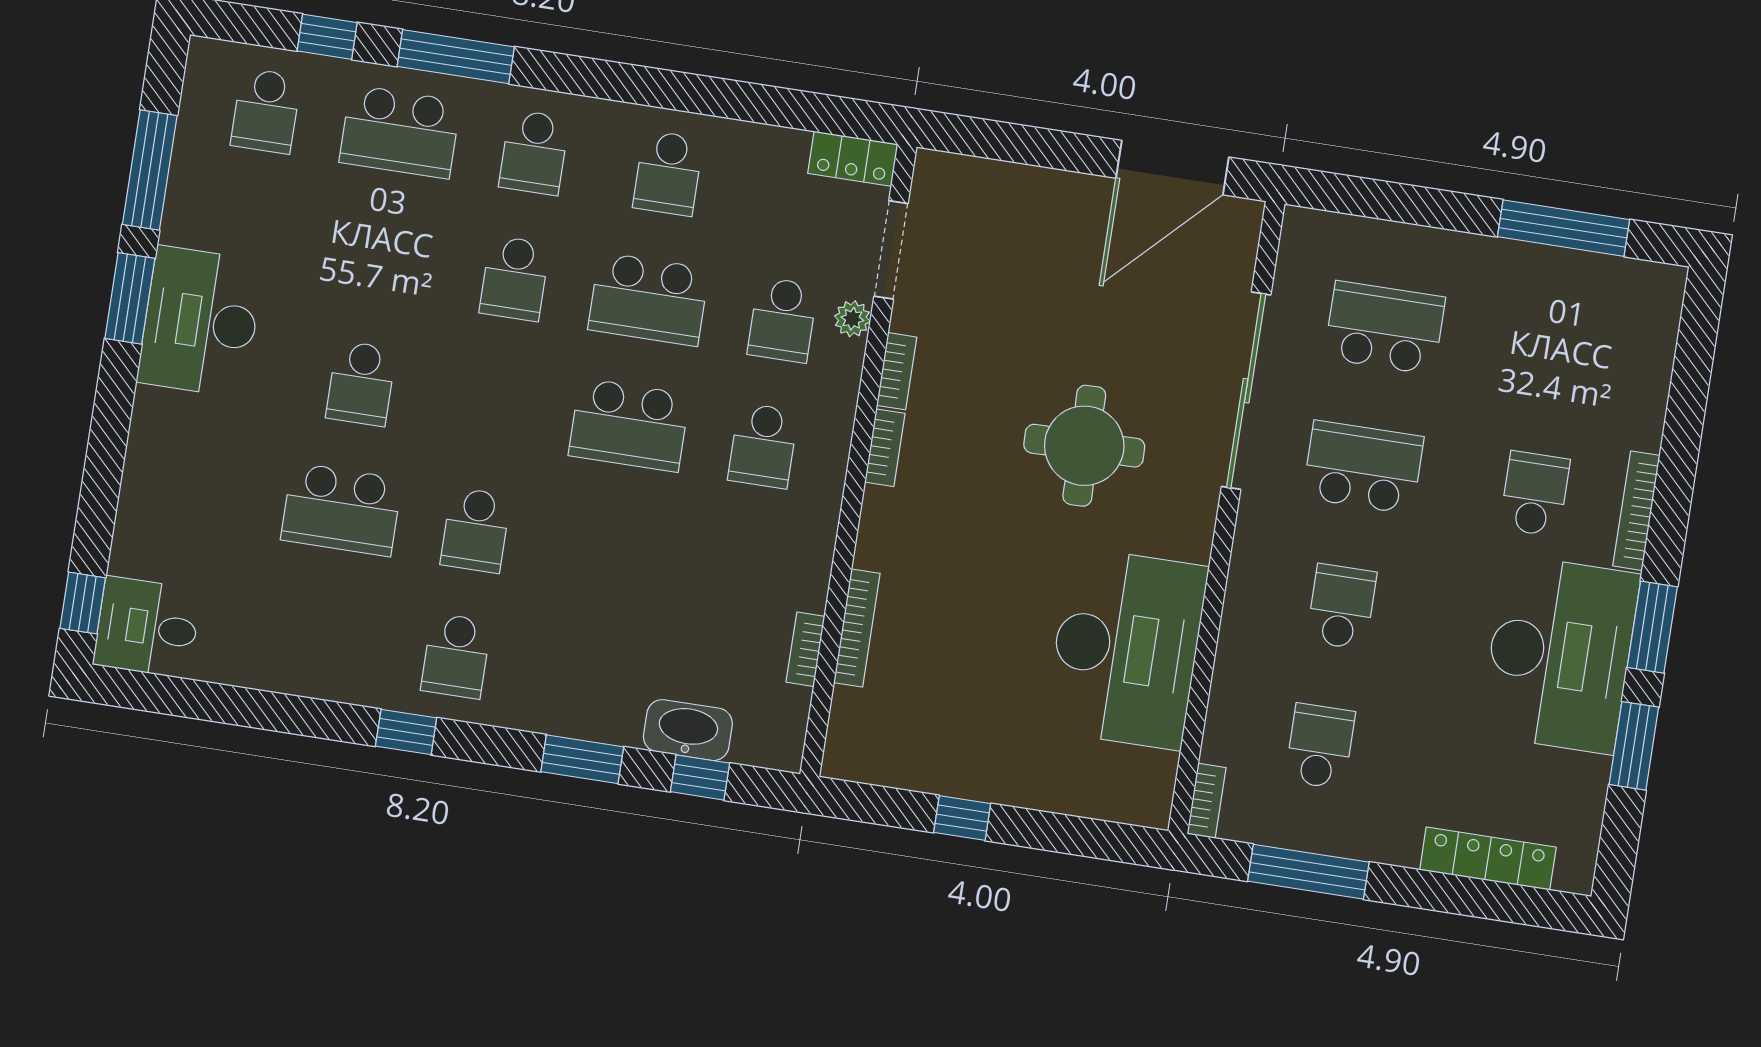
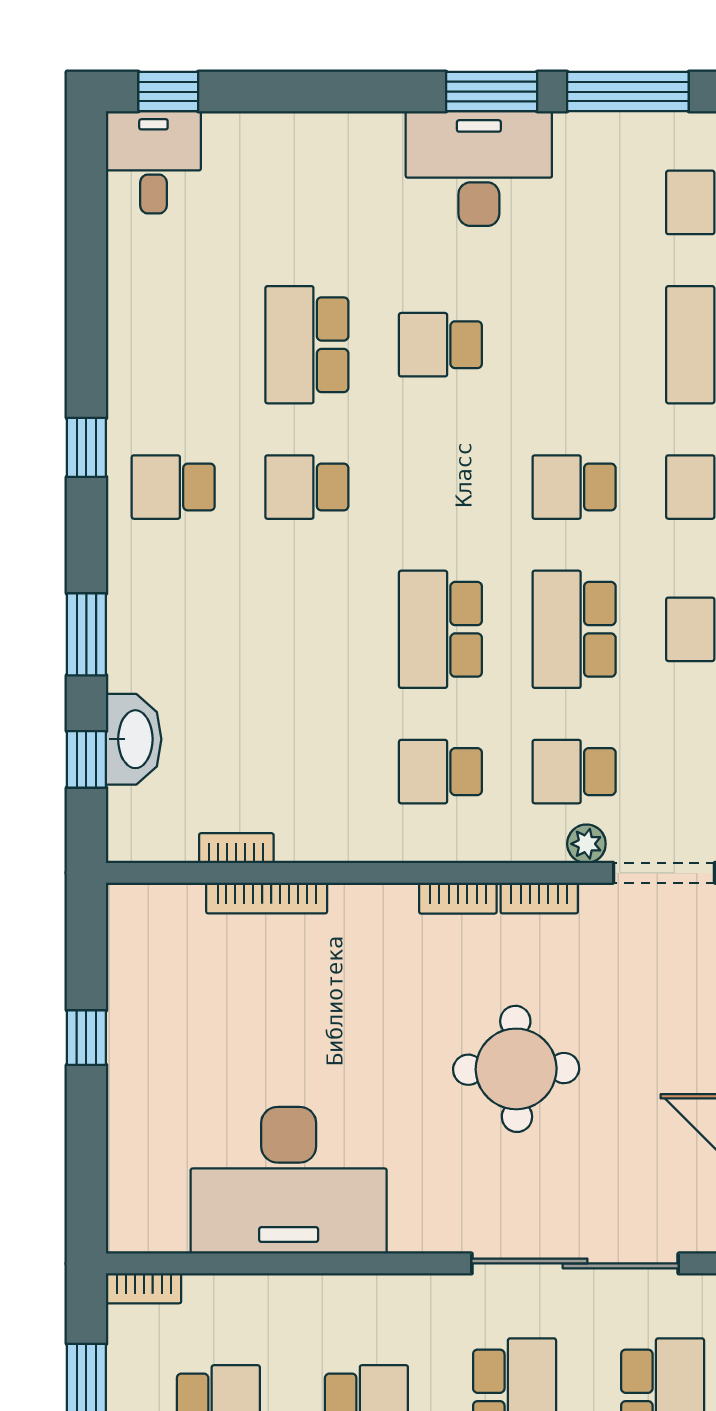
round table: (1084, 446) -> (516, 1069), moved

